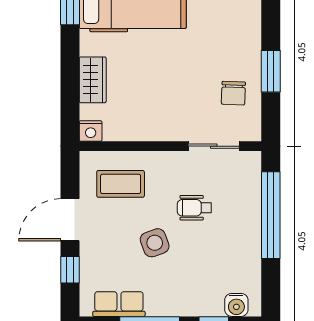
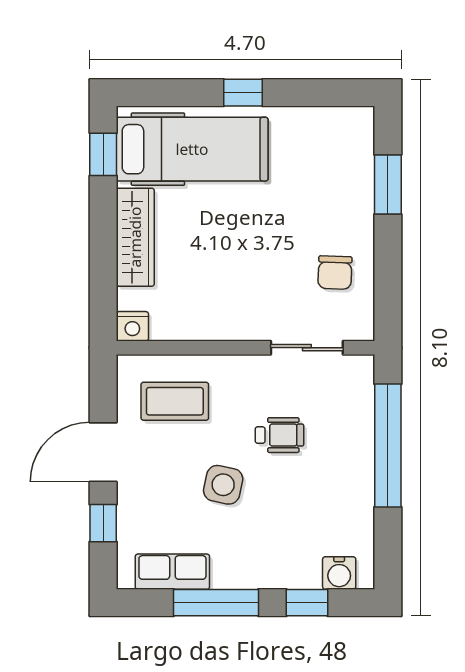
window: (271, 71) -> (388, 184), moved
wardrobe: (93, 80) -> (135, 237), width x1.50
wheelchair: (194, 208) -> (279, 435), turned 180
side table: (155, 243) -> (223, 485), turned 32

